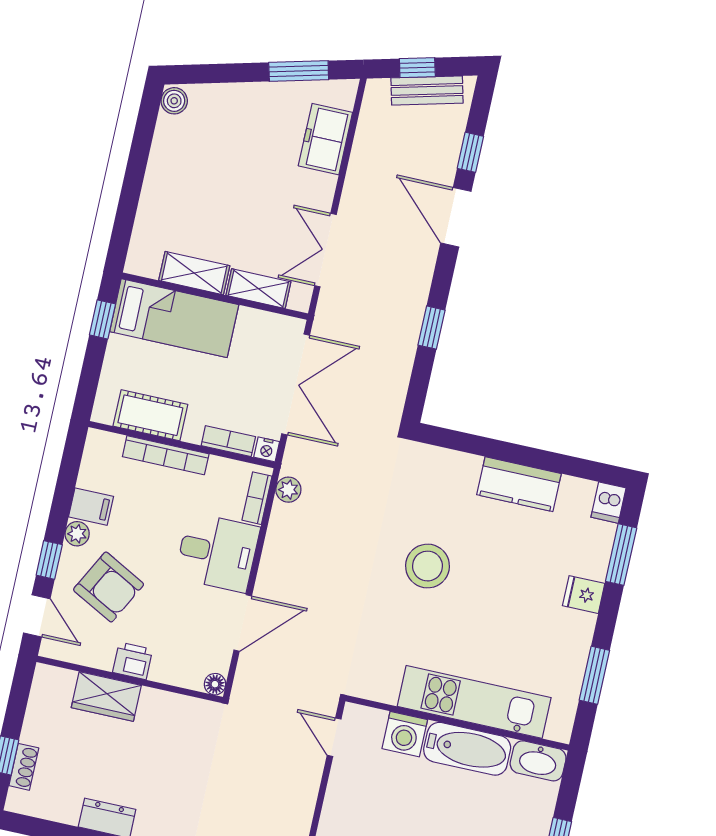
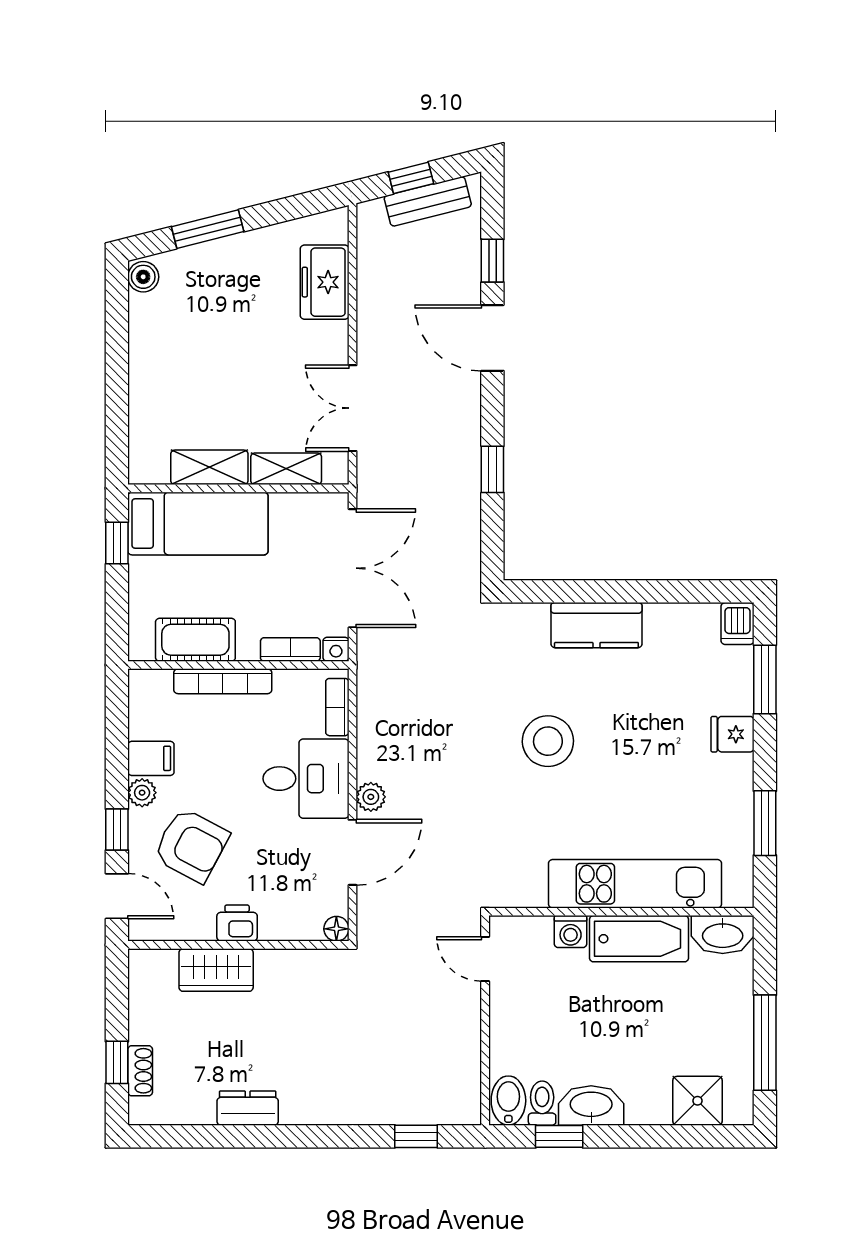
window: (299, 71) -> (208, 229), moved
kitchen counter: (519, 484) -> (596, 625), moved
plant: (288, 490) -> (371, 797), moved
washing machine: (405, 734) -> (571, 932), width x0.73, depth x0.73

